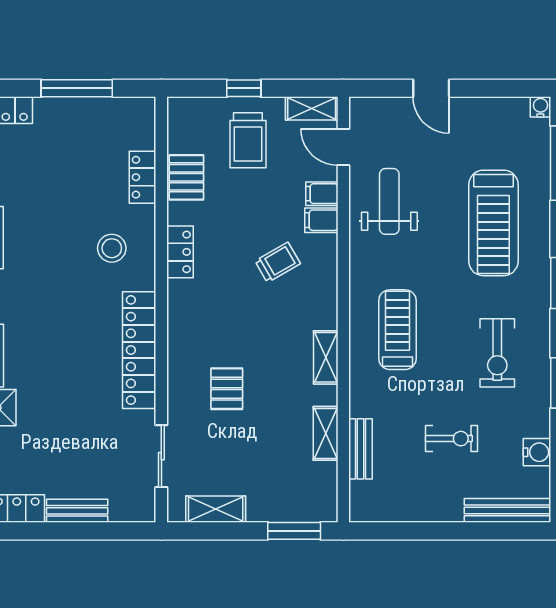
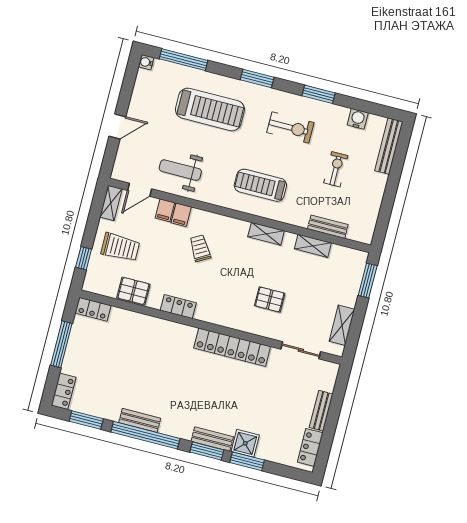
window: (244, 88) -> (84, 258), moved
locker: (143, 177) -> (93, 309), moved
stool: (112, 248) -> (165, 348), removed

